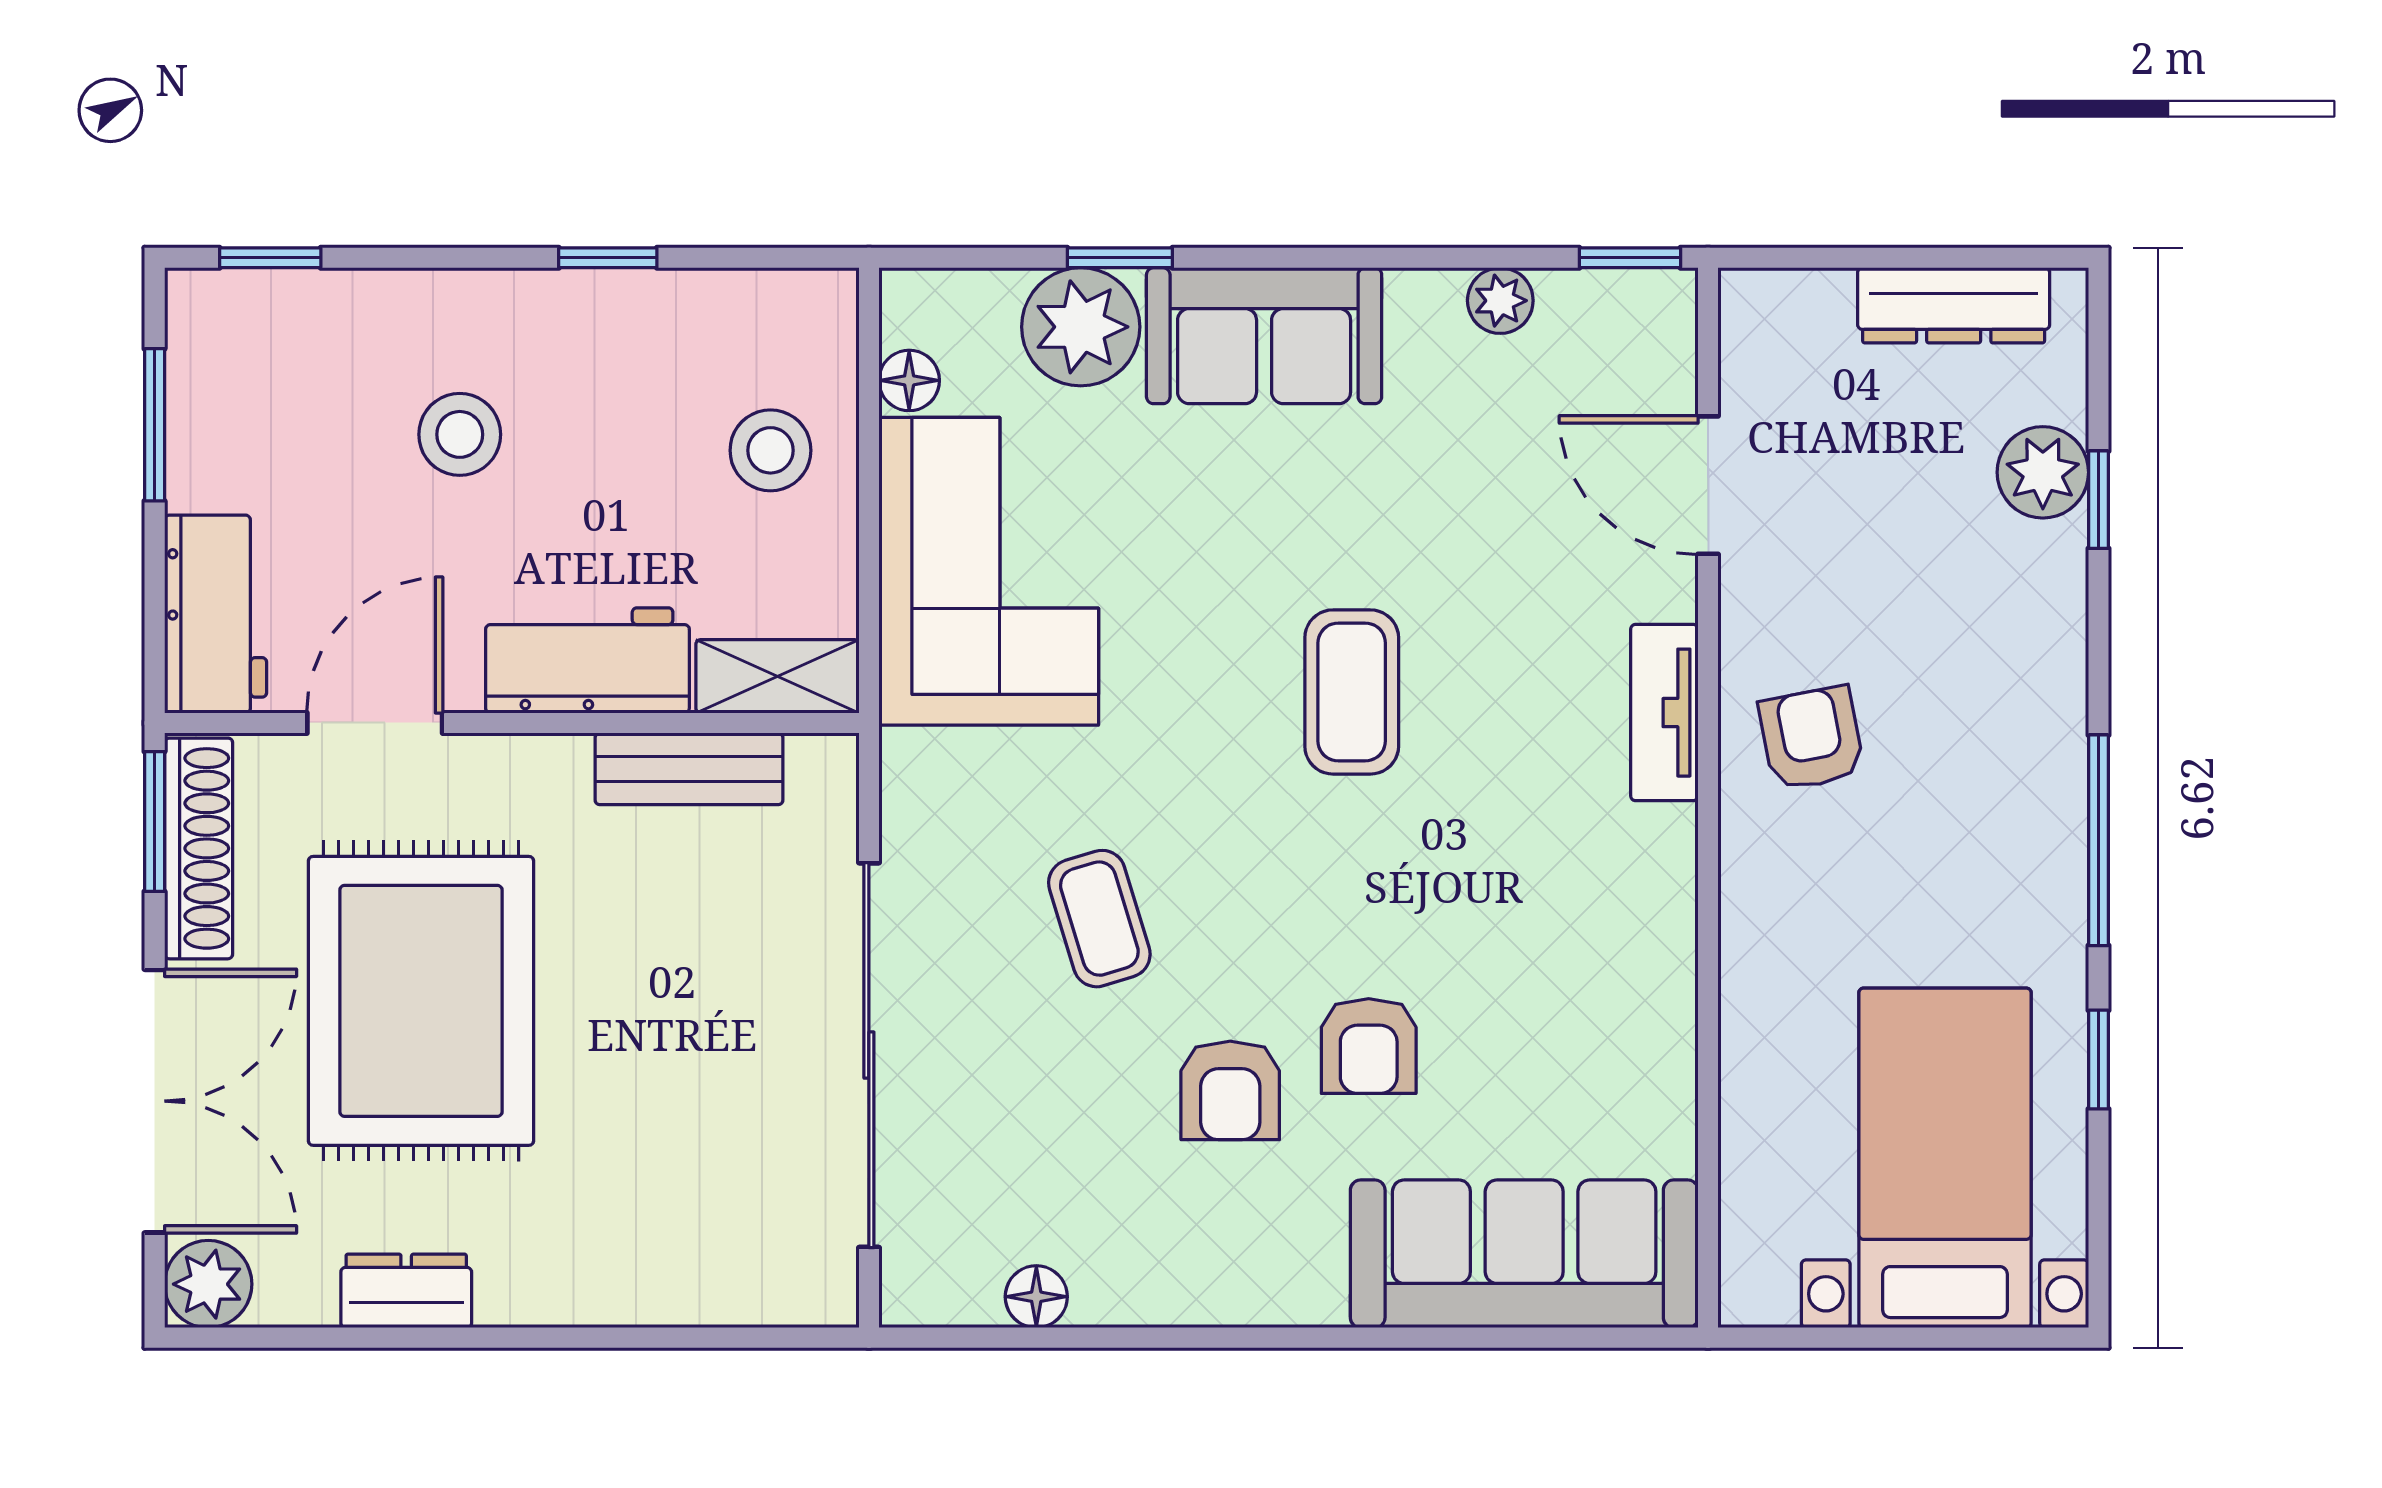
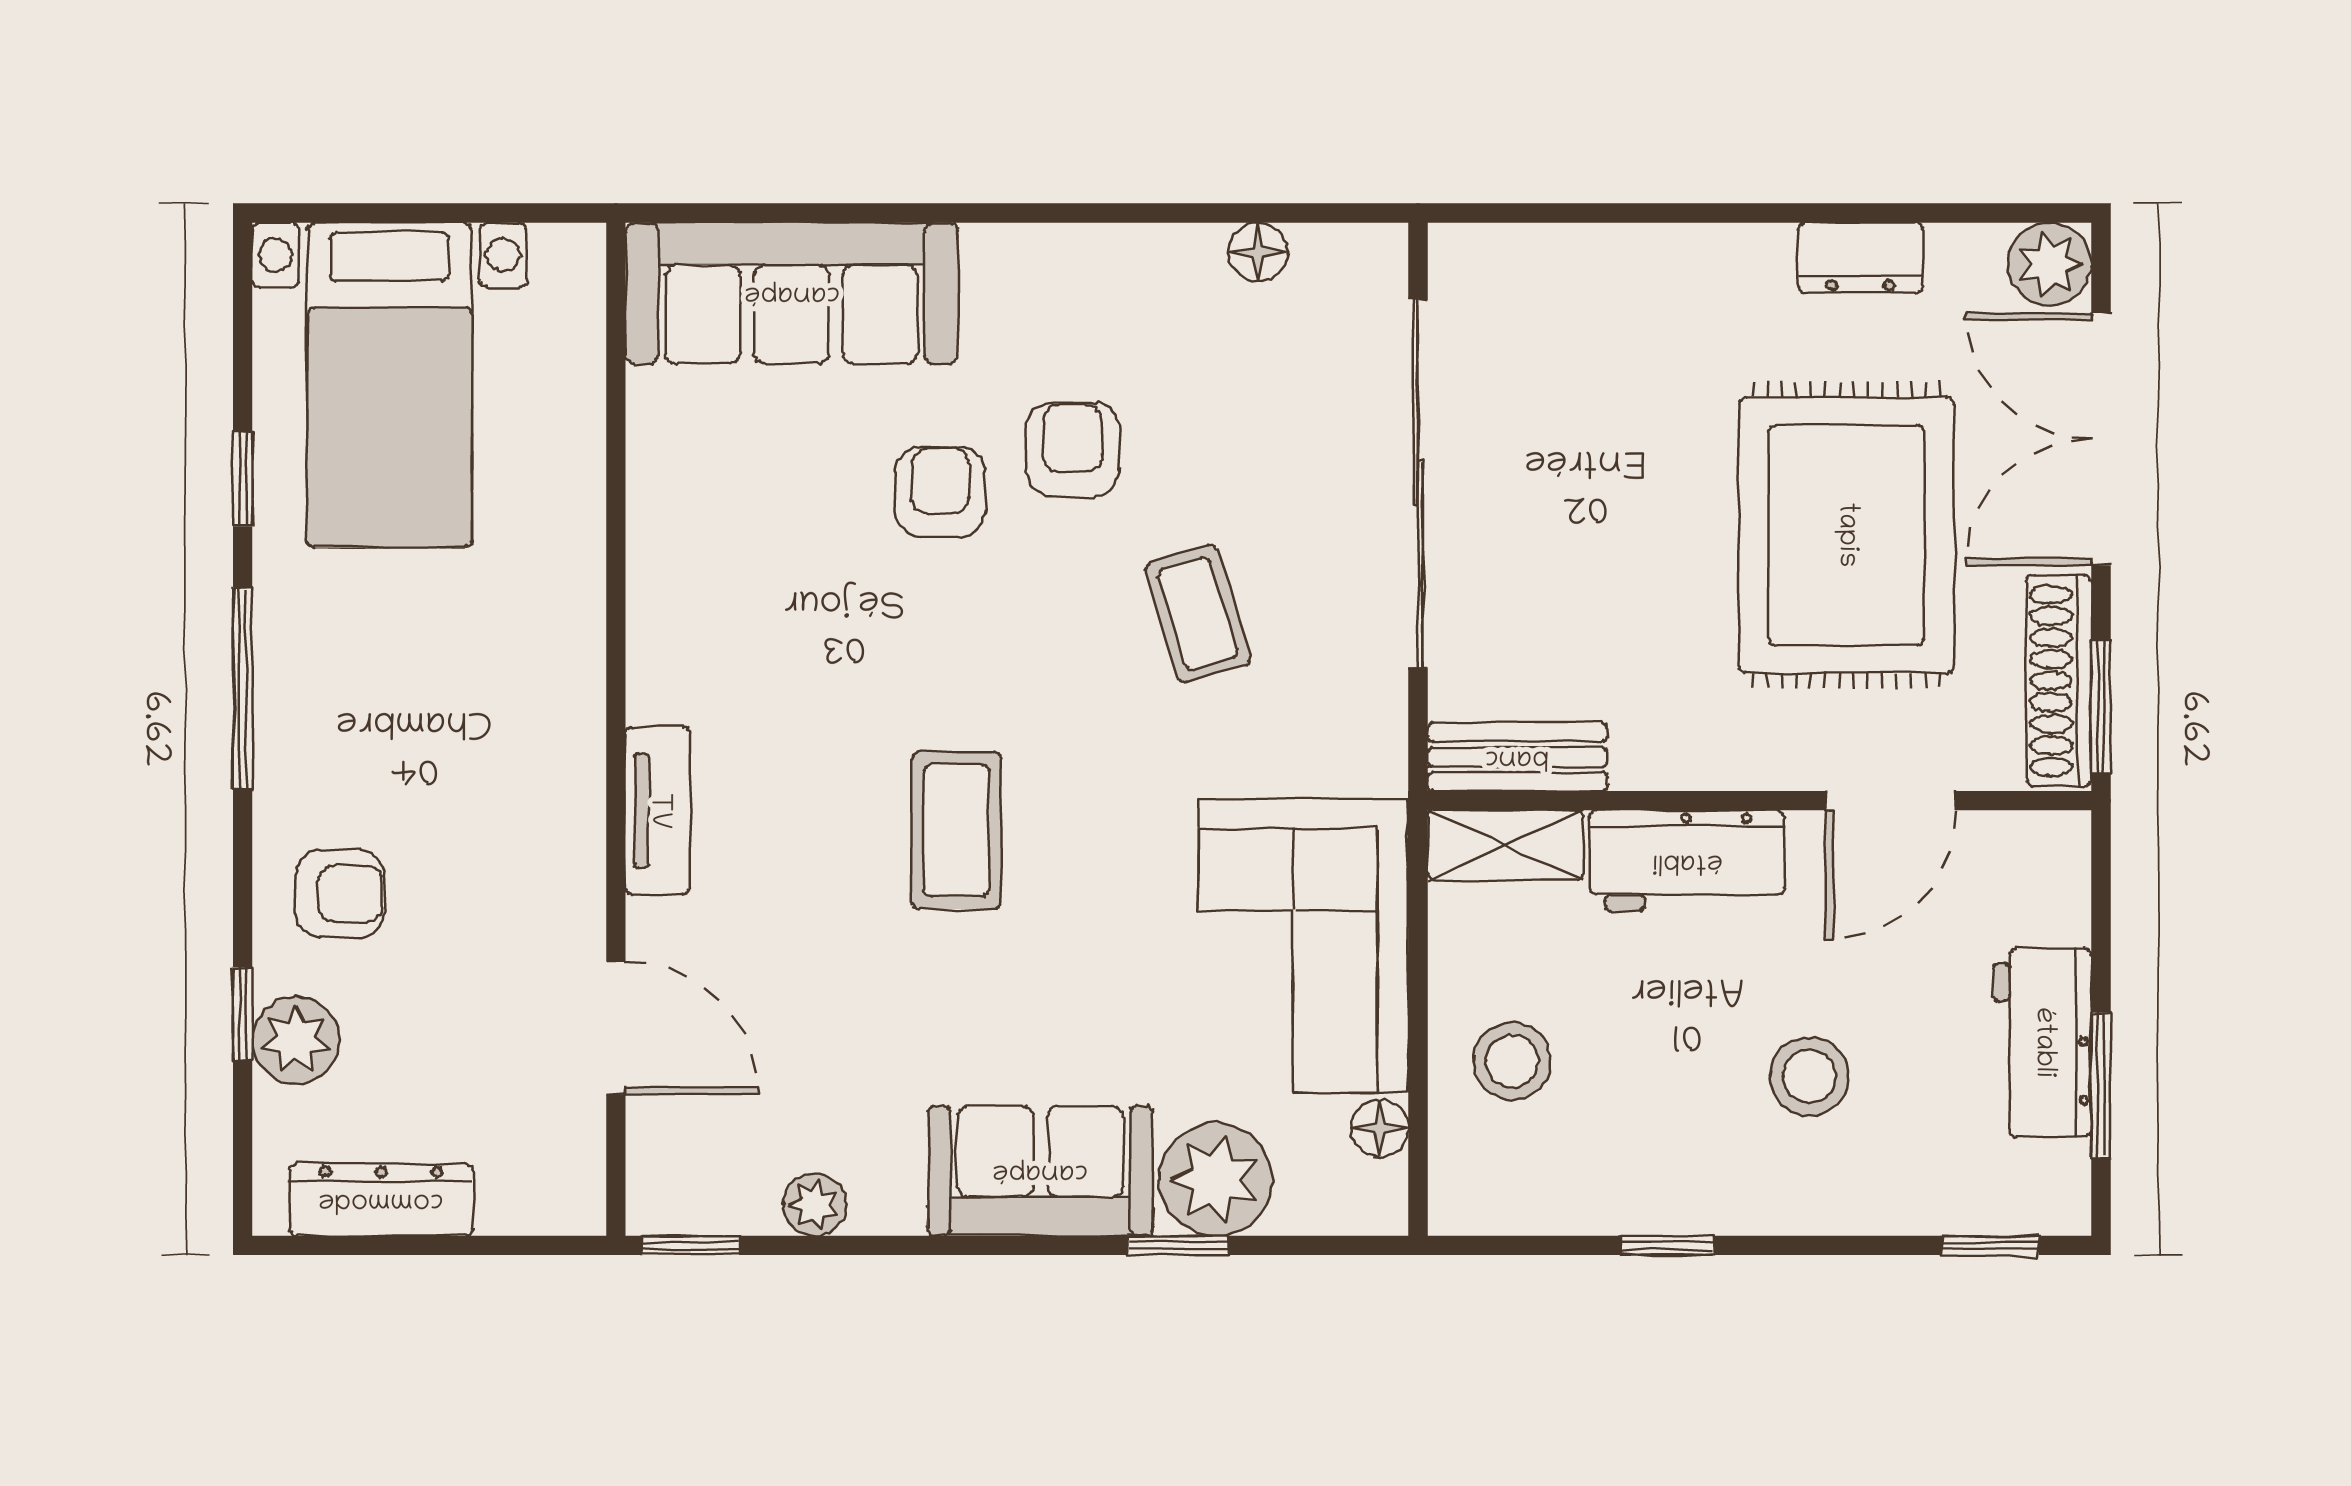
workbench: (216, 614) -> (2043, 1043), moved
armchair: (1811, 738) -> (340, 894), moved, turned -79
bench: (689, 769) -> (1517, 757), moved

